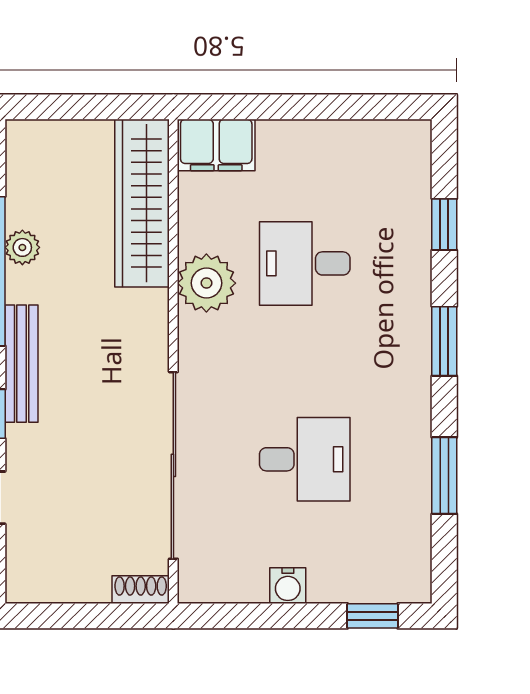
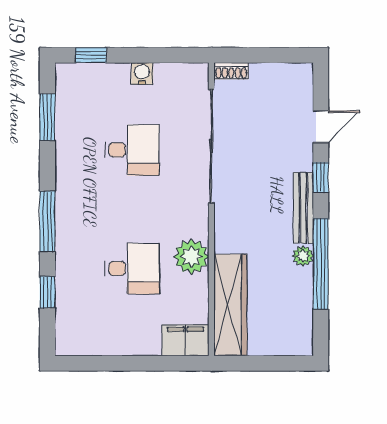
plant: (22, 247) -> (303, 256), moved
window: (444, 341) -> (47, 221), width x1.44
desk: (305, 459) -> (132, 150), turned 180
window: (444, 476) -> (47, 117), moved

